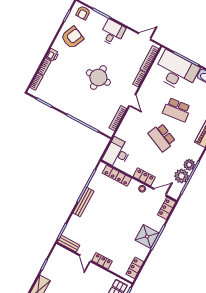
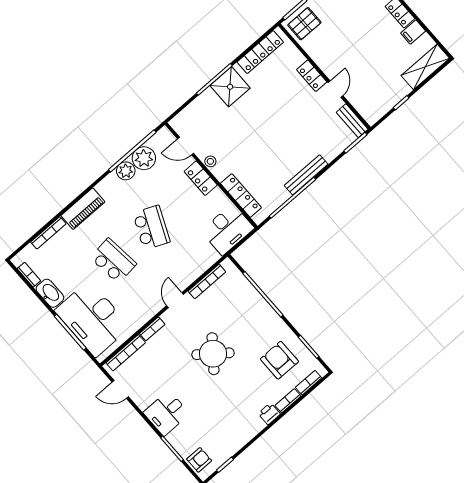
armchair: (72, 37) -> (279, 360), moved, turned 66
round table: (98, 78) -> (213, 354), turned 38
locker: (167, 208) -> (185, 118), removed
locker: (135, 268) -> (260, 52), width x1.53

